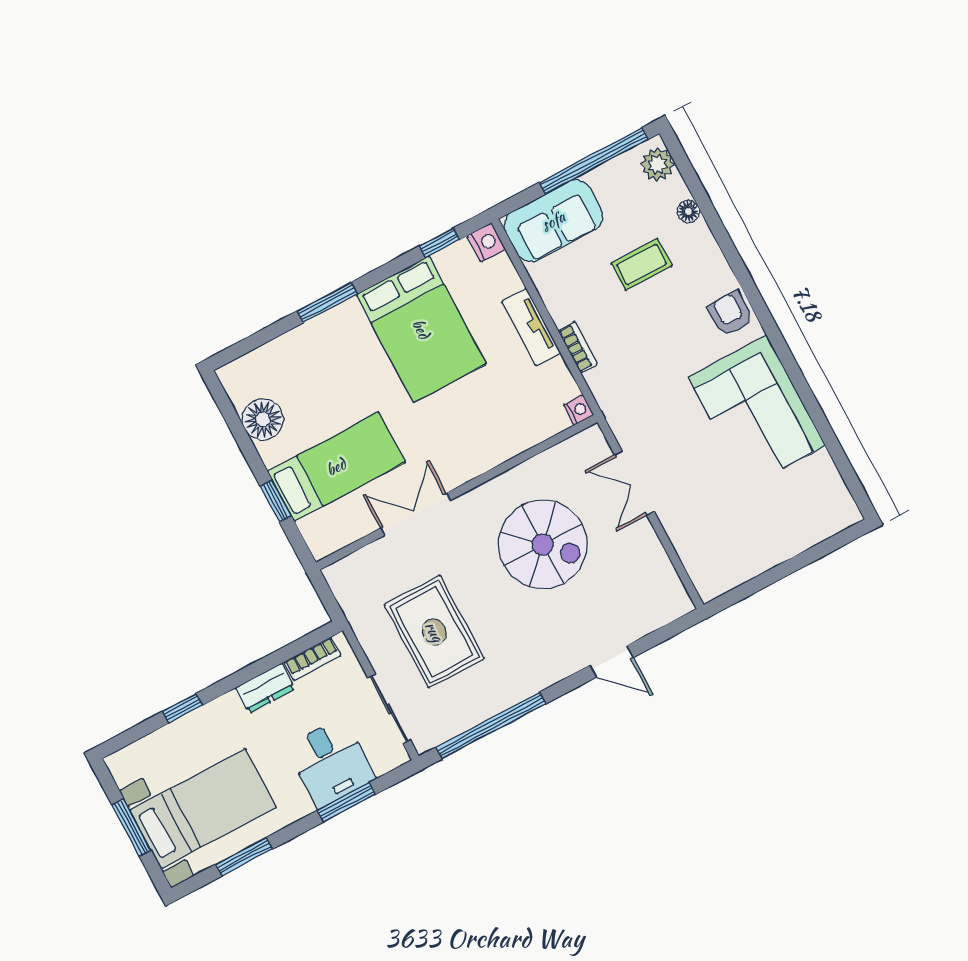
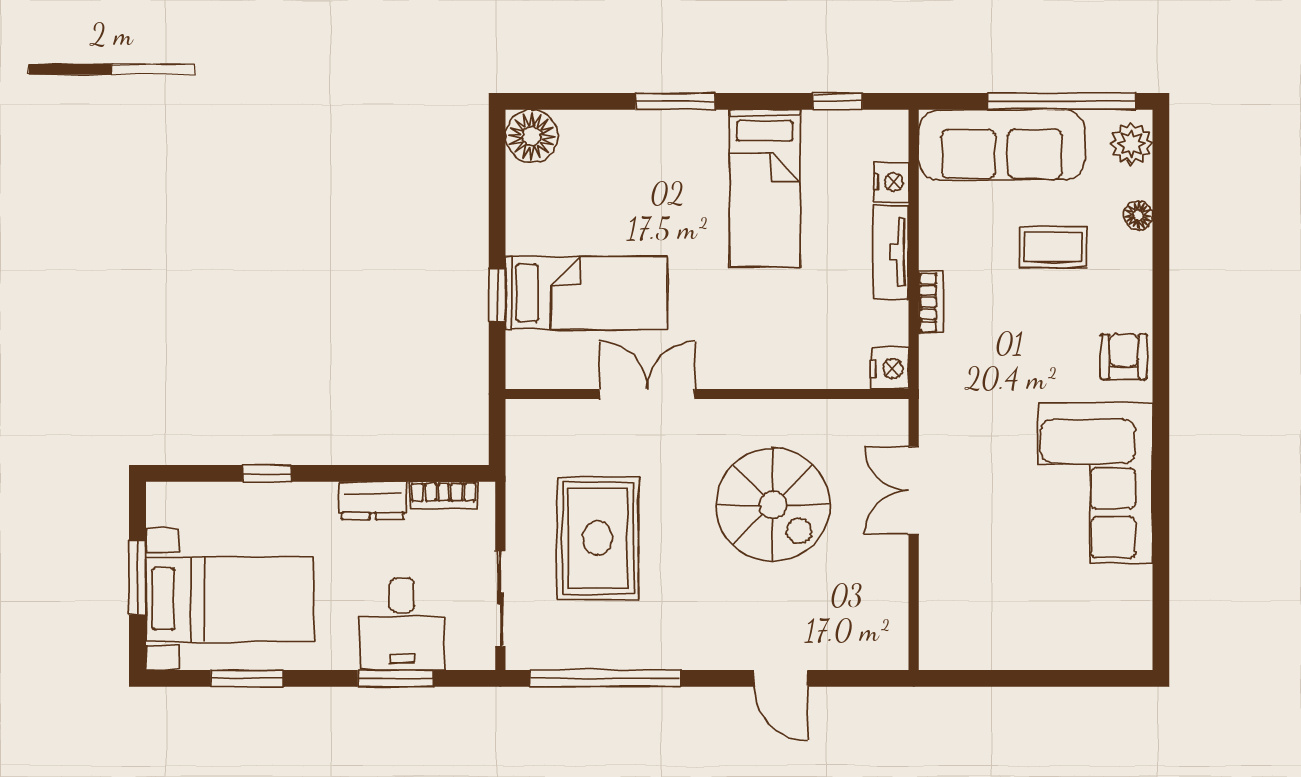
sofa: (553, 221) -> (1002, 145), width x1.36
nightstand: (486, 242) -> (891, 182), moved
bed: (421, 329) -> (765, 188), width x0.67
nightstand: (579, 410) -> (890, 368), width x1.39, depth x1.35
floor lamp: (263, 419) -> (532, 136), moved

